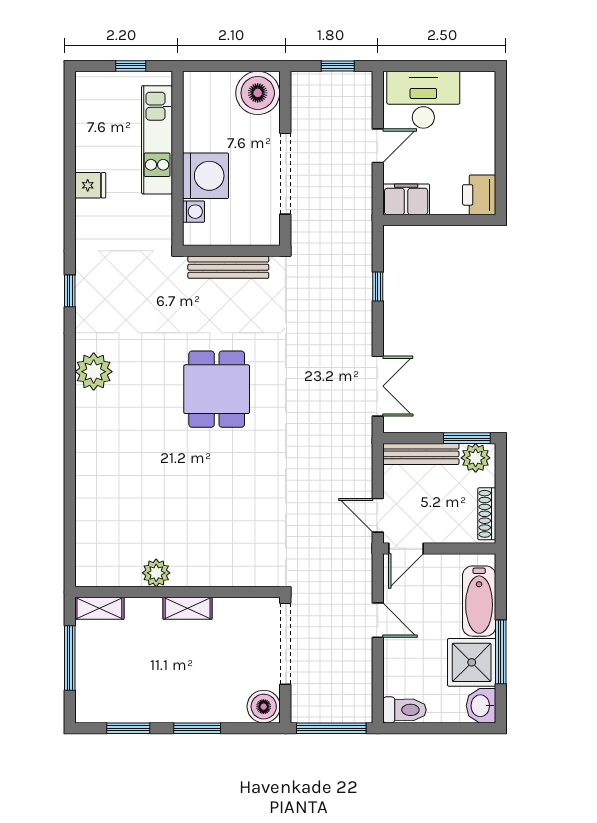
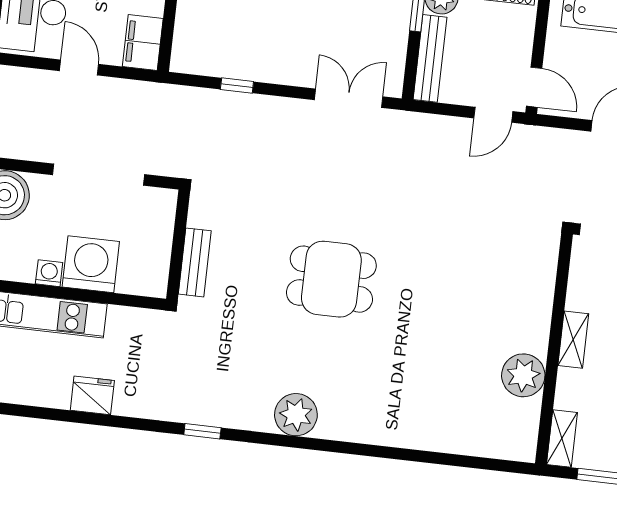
fridge: (90, 185) -> (92, 395), width x1.38
washing machine: (193, 212) -> (49, 273), moved
bench: (228, 267) -> (195, 262), width x0.73
plant: (156, 573) -> (523, 375), width x1.36, depth x1.36

